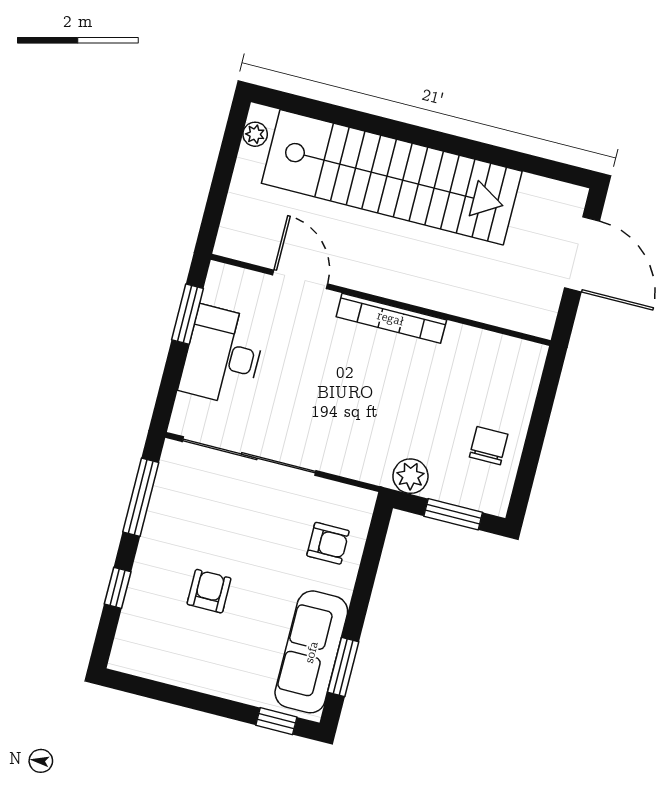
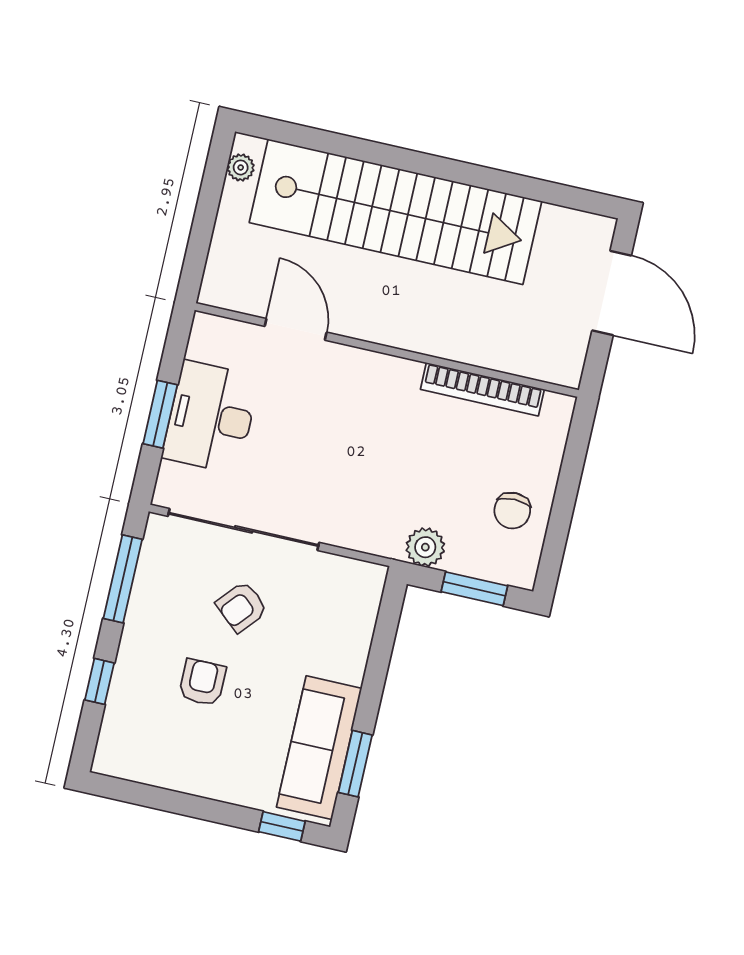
window: (187, 314) -> (160, 414), moved
bookcase: (391, 318) -> (482, 389), moved
chair: (489, 446) -> (512, 511), turned 180
armchair: (328, 543) -> (242, 607), moved, turned 131

